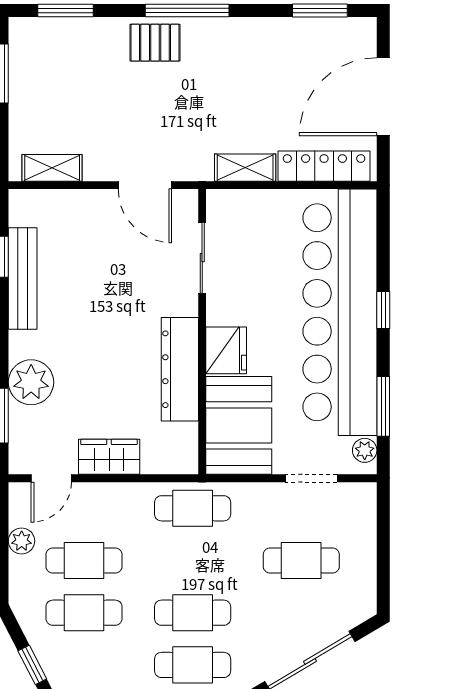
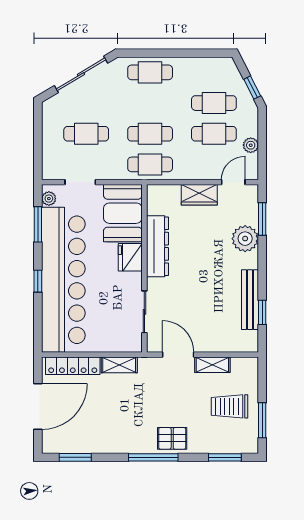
trolley: (58, 97) -> (230, 406), added
shelving: (52, 168) -> (212, 365), moved
cafe table: (193, 613) -> (150, 134), moved
window: (32, 665) -> (252, 88), moved

